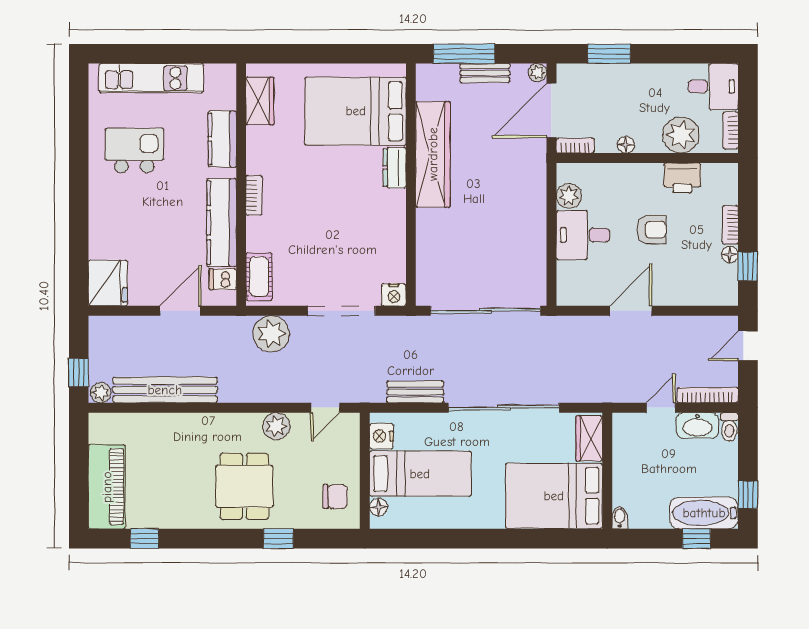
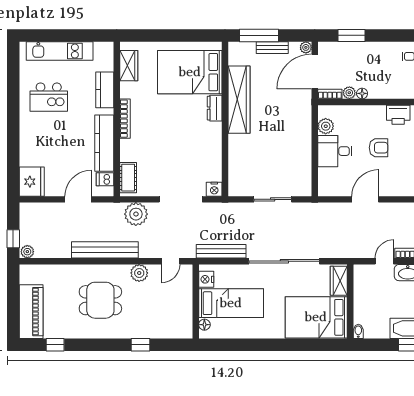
plant: (681, 135) -> (349, 93), moved, width x0.53, depth x0.53
kitchen island: (134, 151) -> (49, 97), turned 180
bookcase: (254, 195) -> (125, 119), width x1.56
sliding door: (485, 311) -> (273, 199), width x0.54
bench: (165, 390) -> (105, 250), moved
bench: (415, 392) -> (221, 251), width x1.36
dining table: (244, 486) -> (100, 300), moved, turned 90
chair: (335, 497) -> (177, 318), removed

